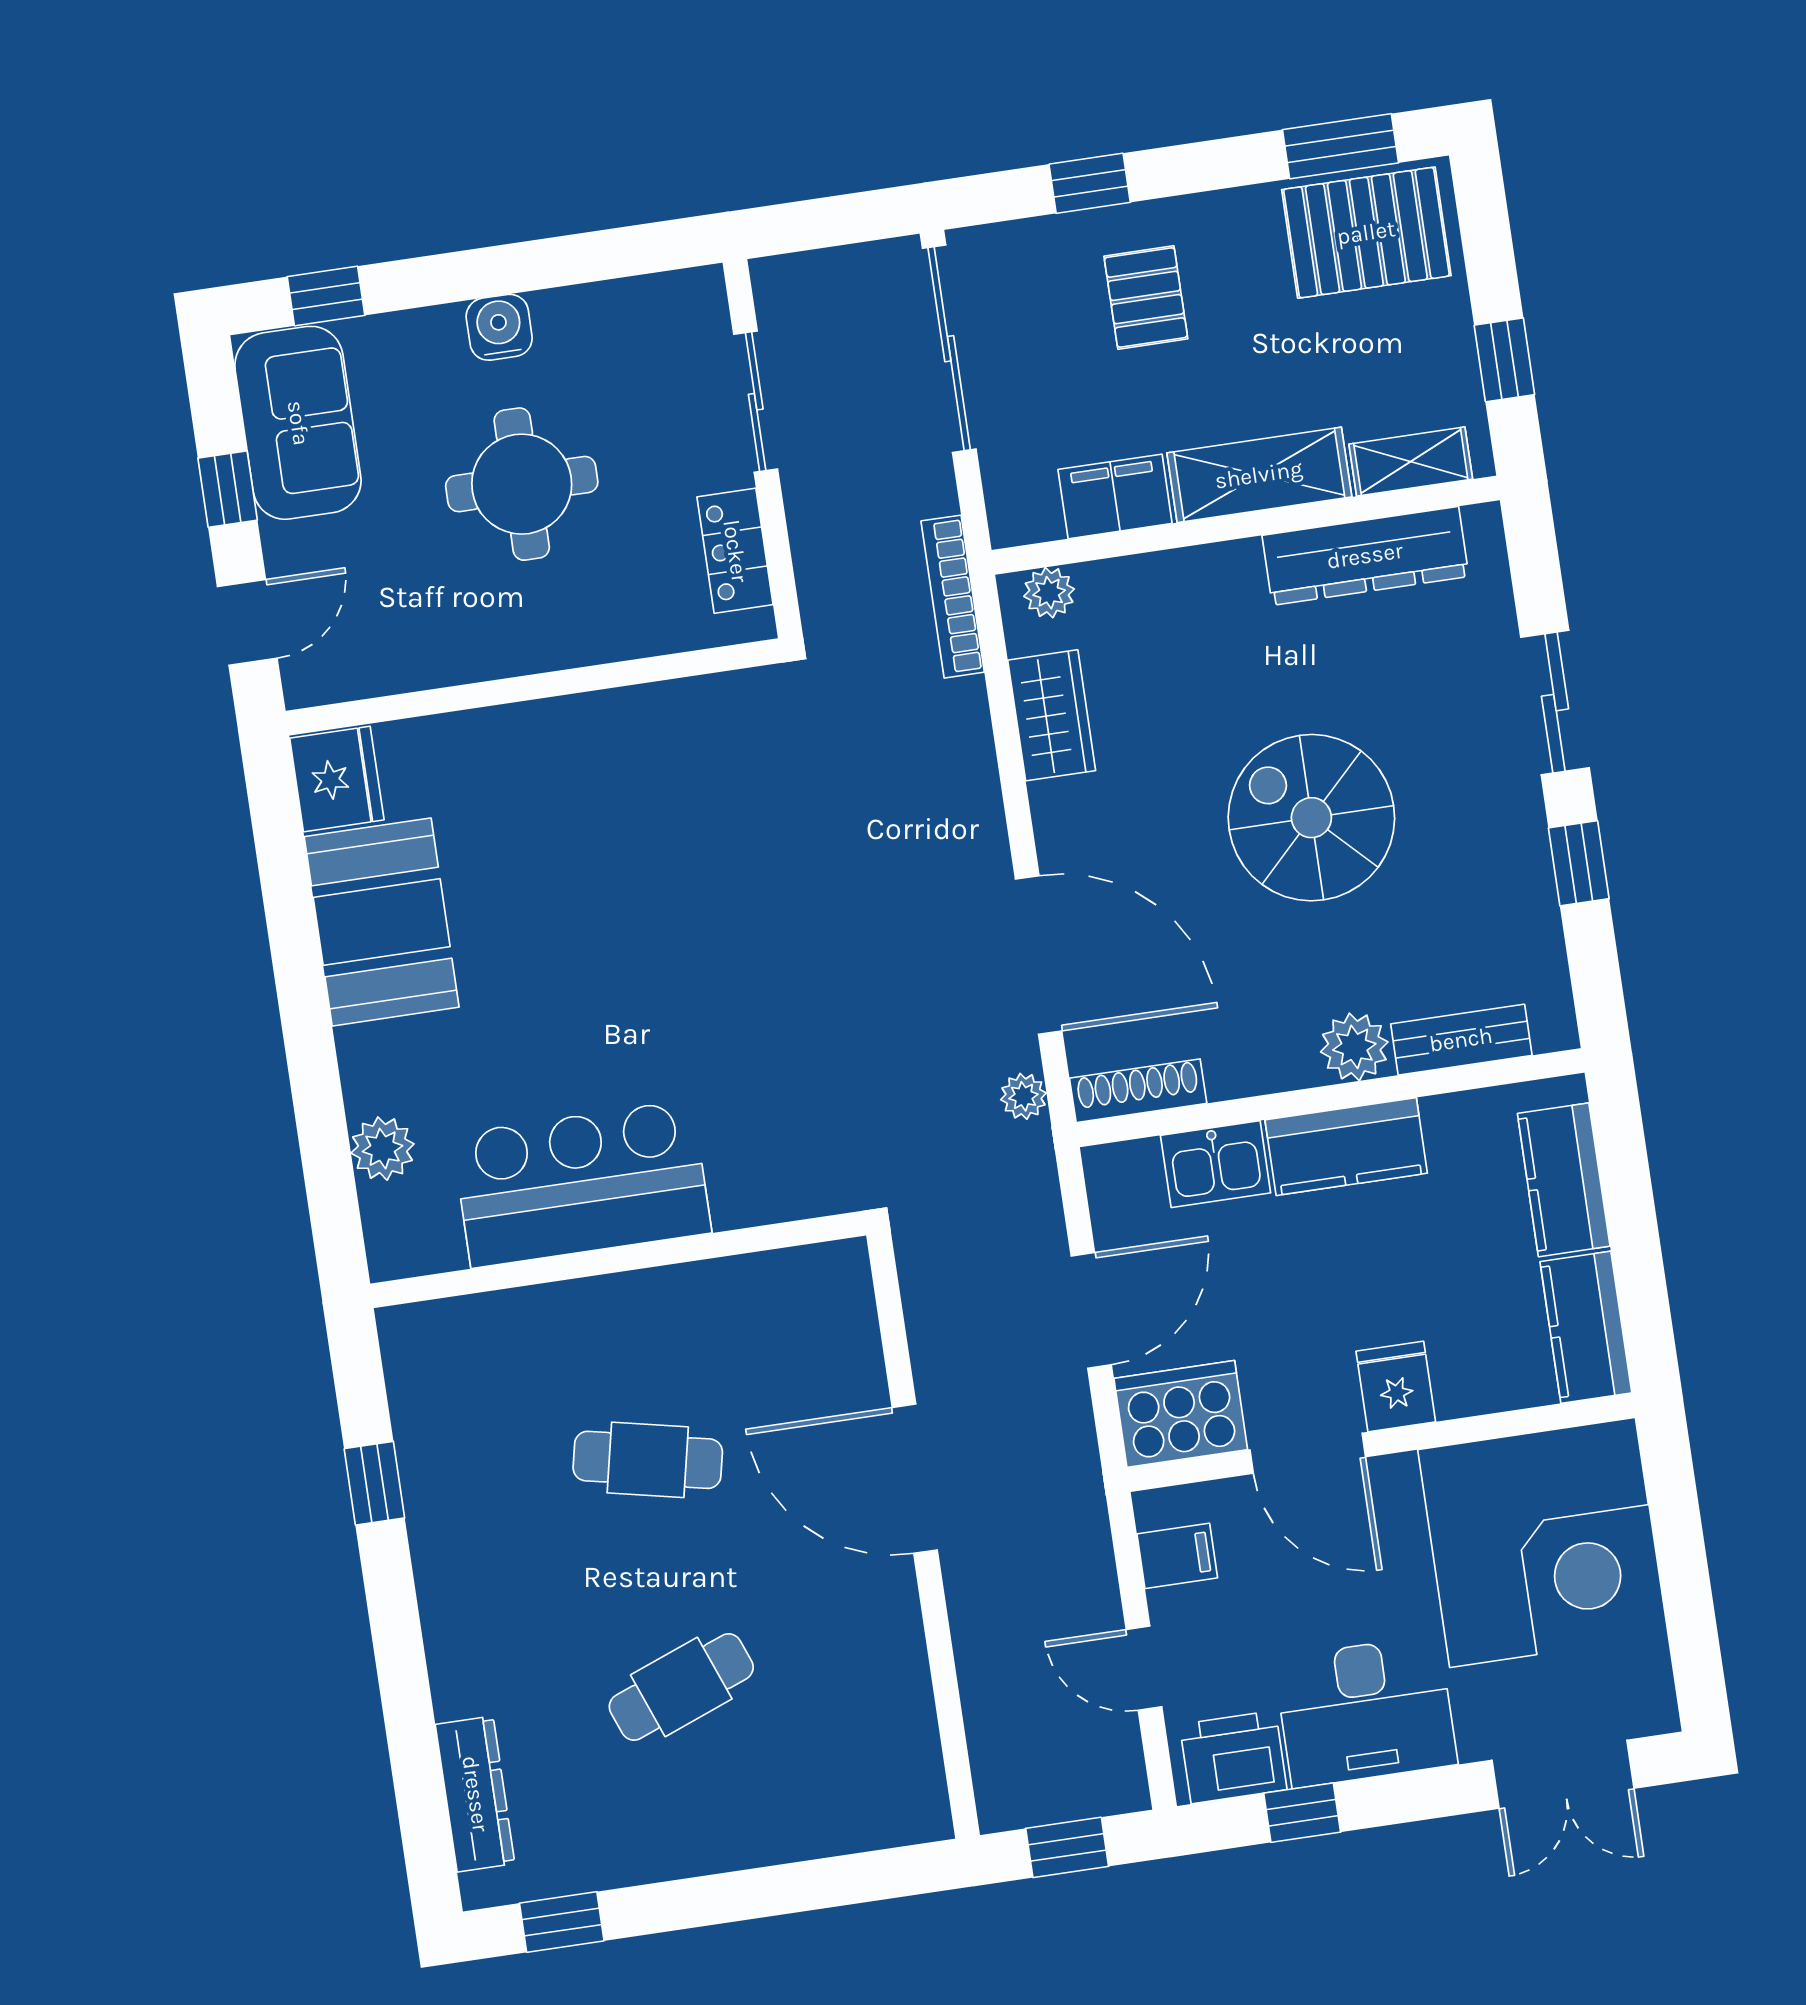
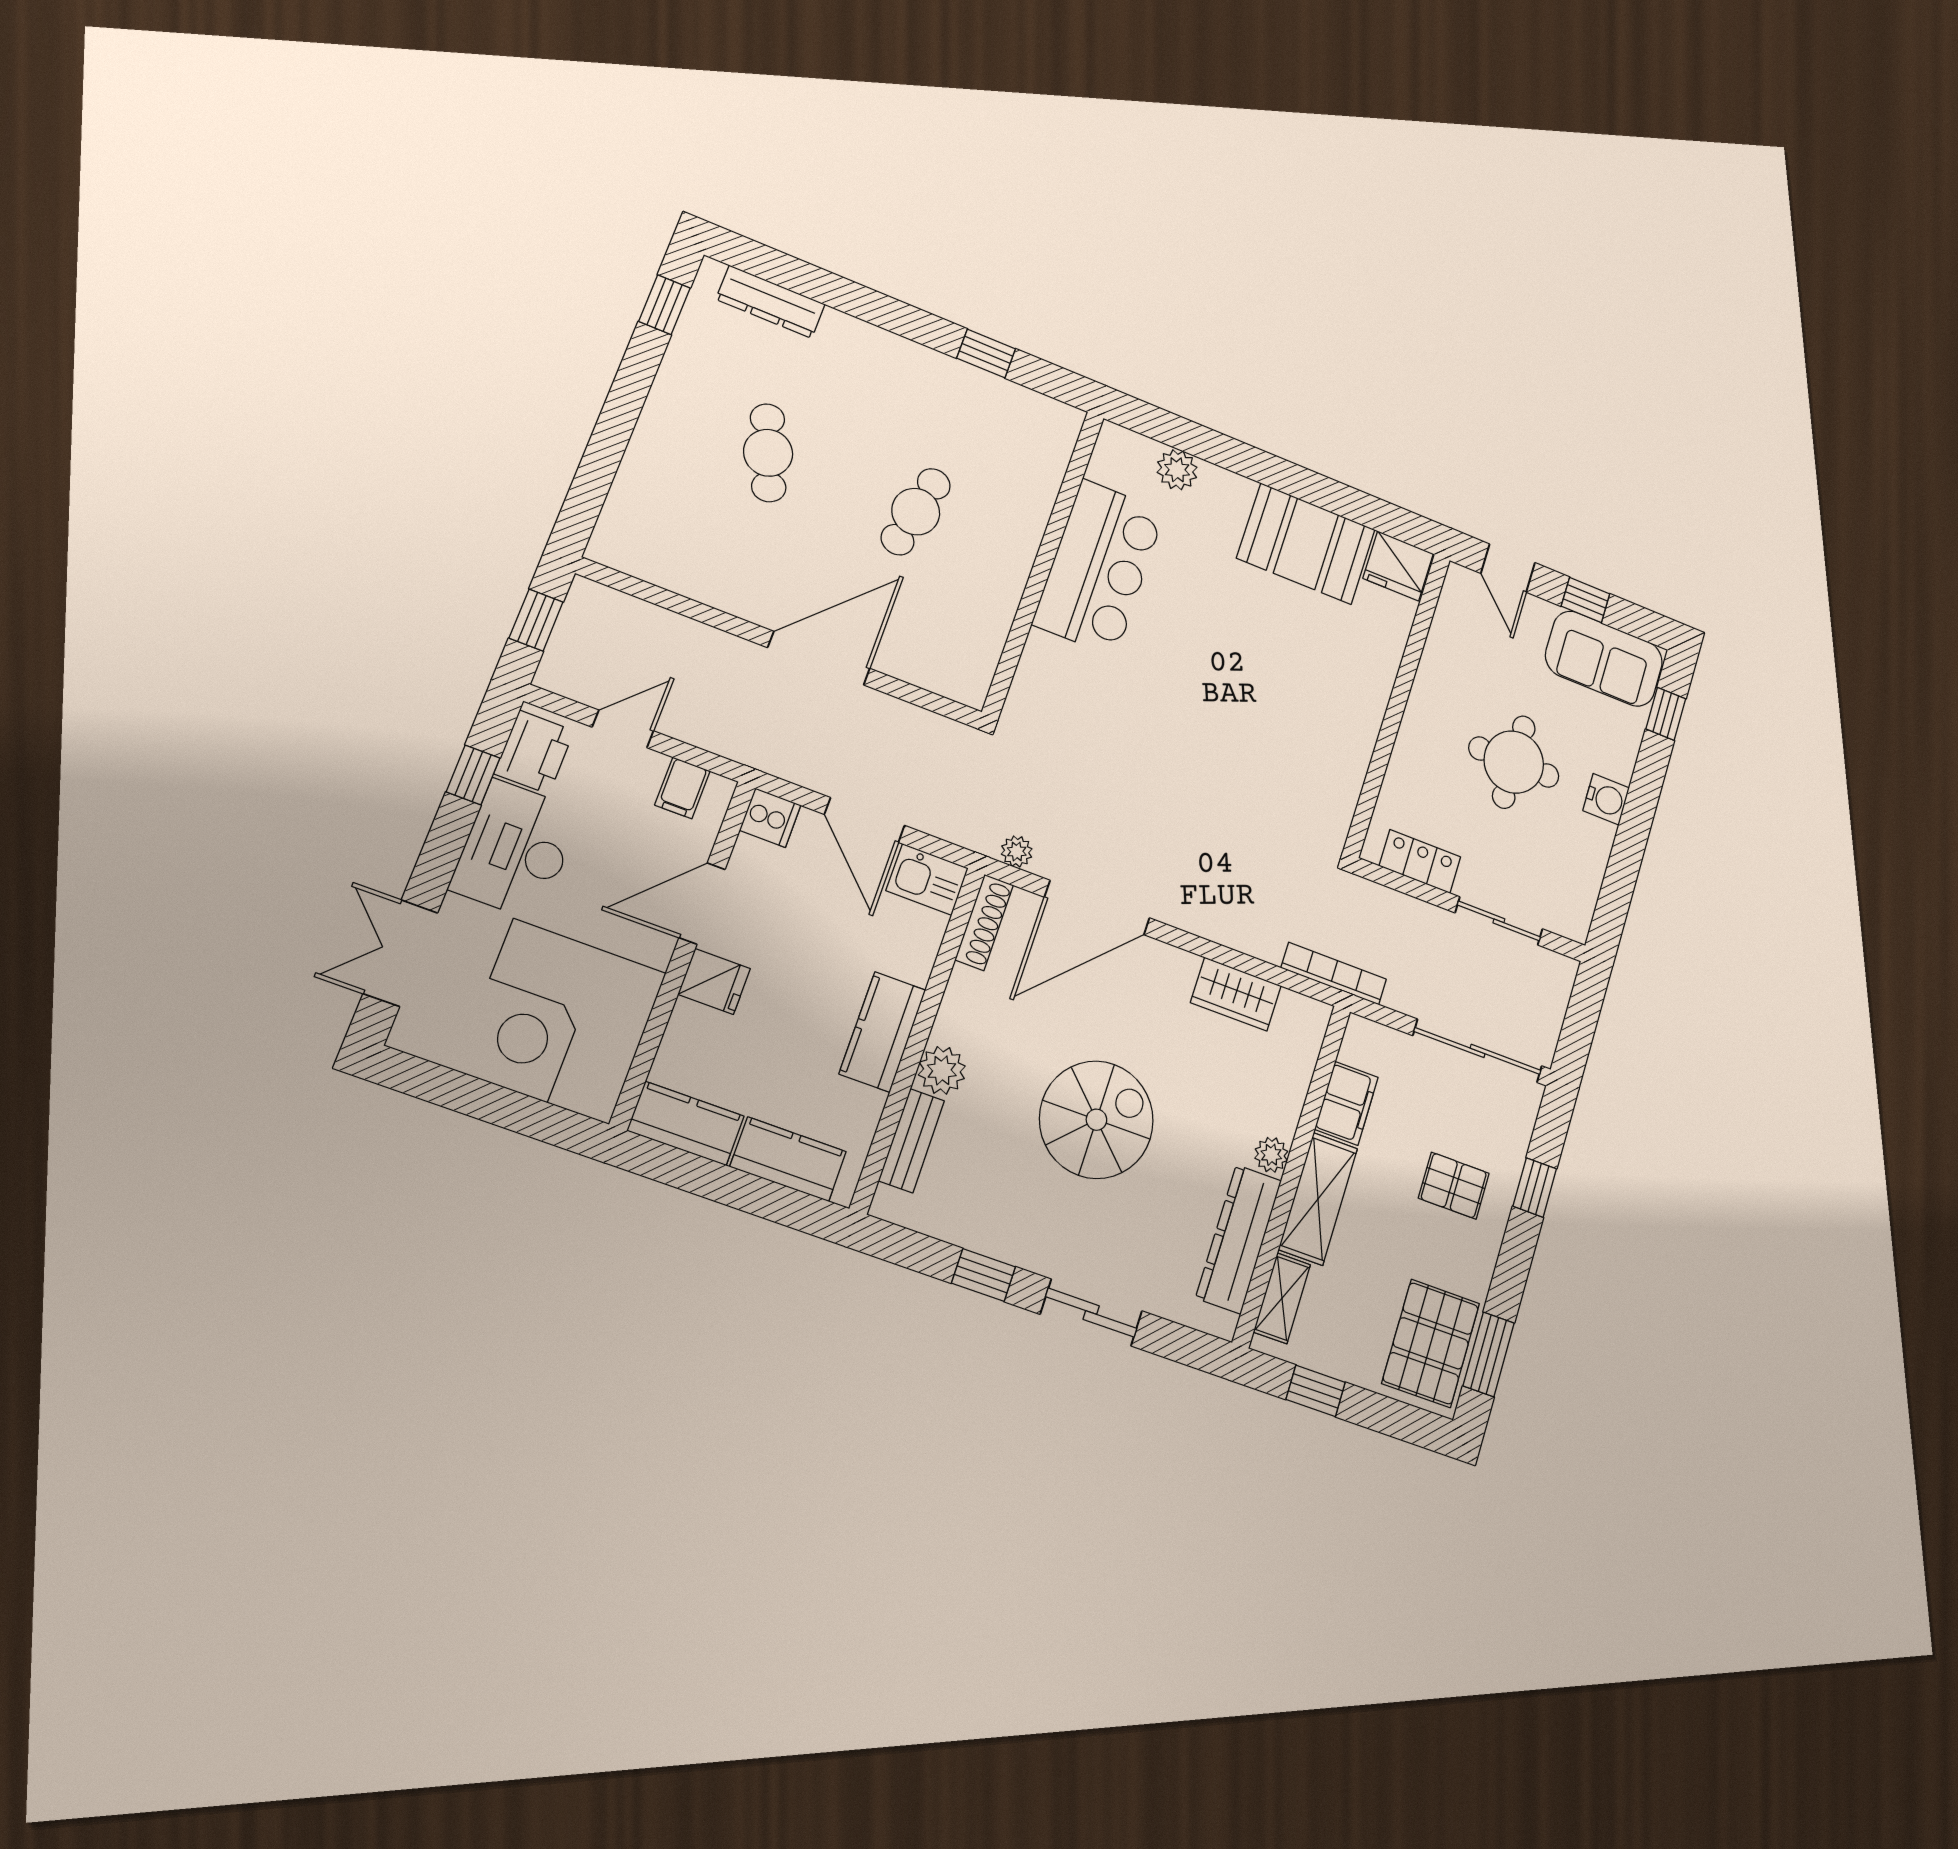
plant: (1049, 593) -> (1271, 1155), moved
kitchen sink: (1216, 1164) -> (927, 879), moved, turned -90
cooker: (1181, 1414) -> (770, 818), width x0.53, depth x0.76

